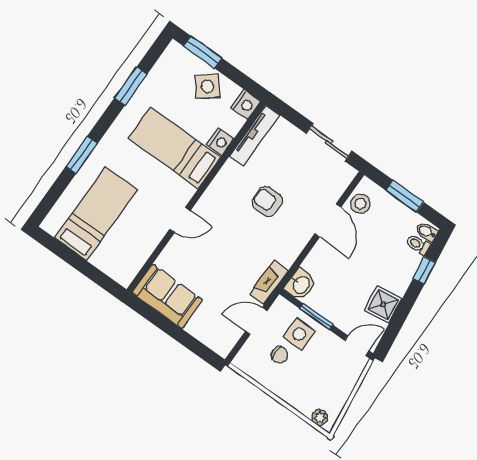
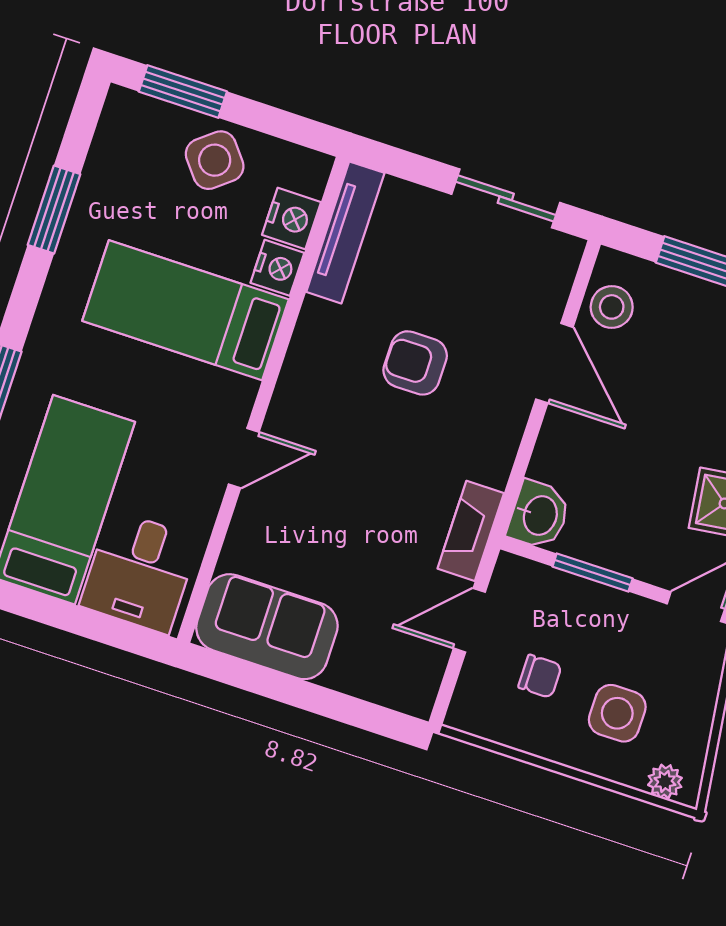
nightstand: (246, 104) -> (292, 218), moved
desk: (119, 255) -> (140, 572), added
side table: (299, 334) -> (617, 713), moved

